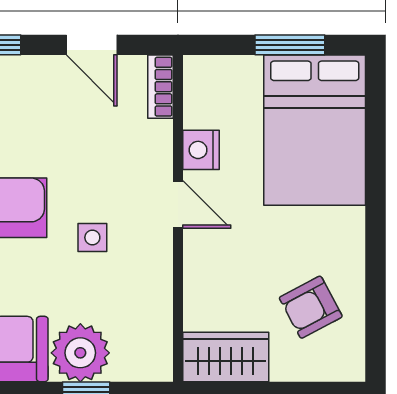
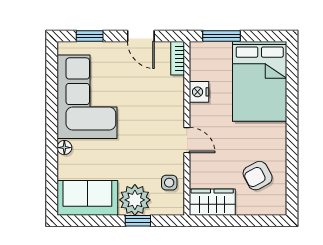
window: (290, 45) -> (221, 36), moved
door: (178, 205) -> (187, 140), moved
side table: (92, 238) -> (169, 183), moved

